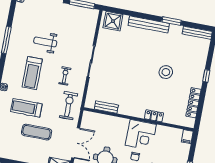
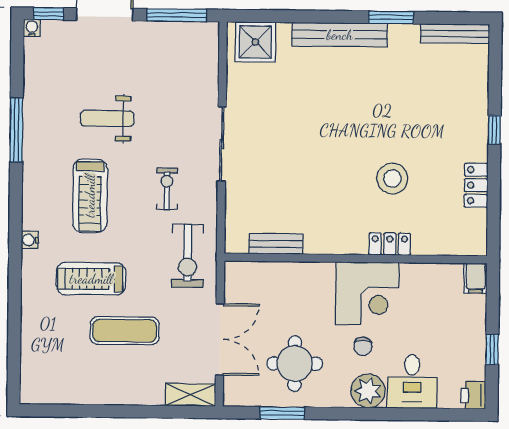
stool: (166, 72) -> (392, 179), moved
locker: (194, 103) -> (476, 185), width x0.66
exercise bike: (69, 106) -> (188, 256), turned 180

